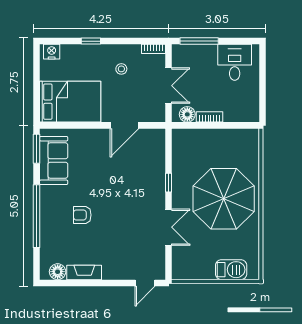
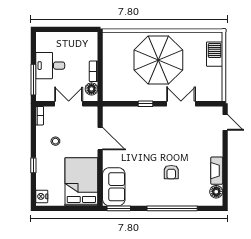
desk: (235, 62) -> (50, 66), moved
sofa: (54, 161) -> (114, 187), moved, turned 90

